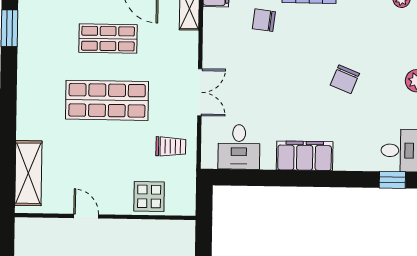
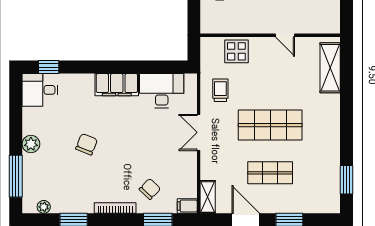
chair: (264, 20) -> (150, 189), turned -53
trolley: (171, 146) -> (220, 90), turned 90
desk: (239, 147) -> (162, 91), width x1.37

